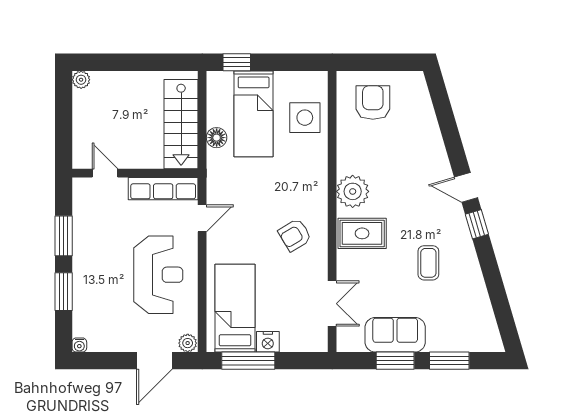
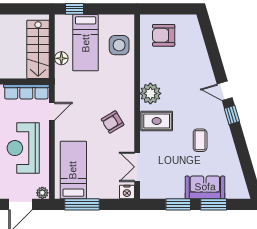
armchair: (373, 103) -> (164, 35), turned -90
reception desk: (158, 275) -> (23, 148), turned 180
double door: (332, 304) -> (137, 167), swing flipped
sofa: (395, 335) -> (205, 187), moved
nightstand: (268, 342) -> (127, 192), moved

